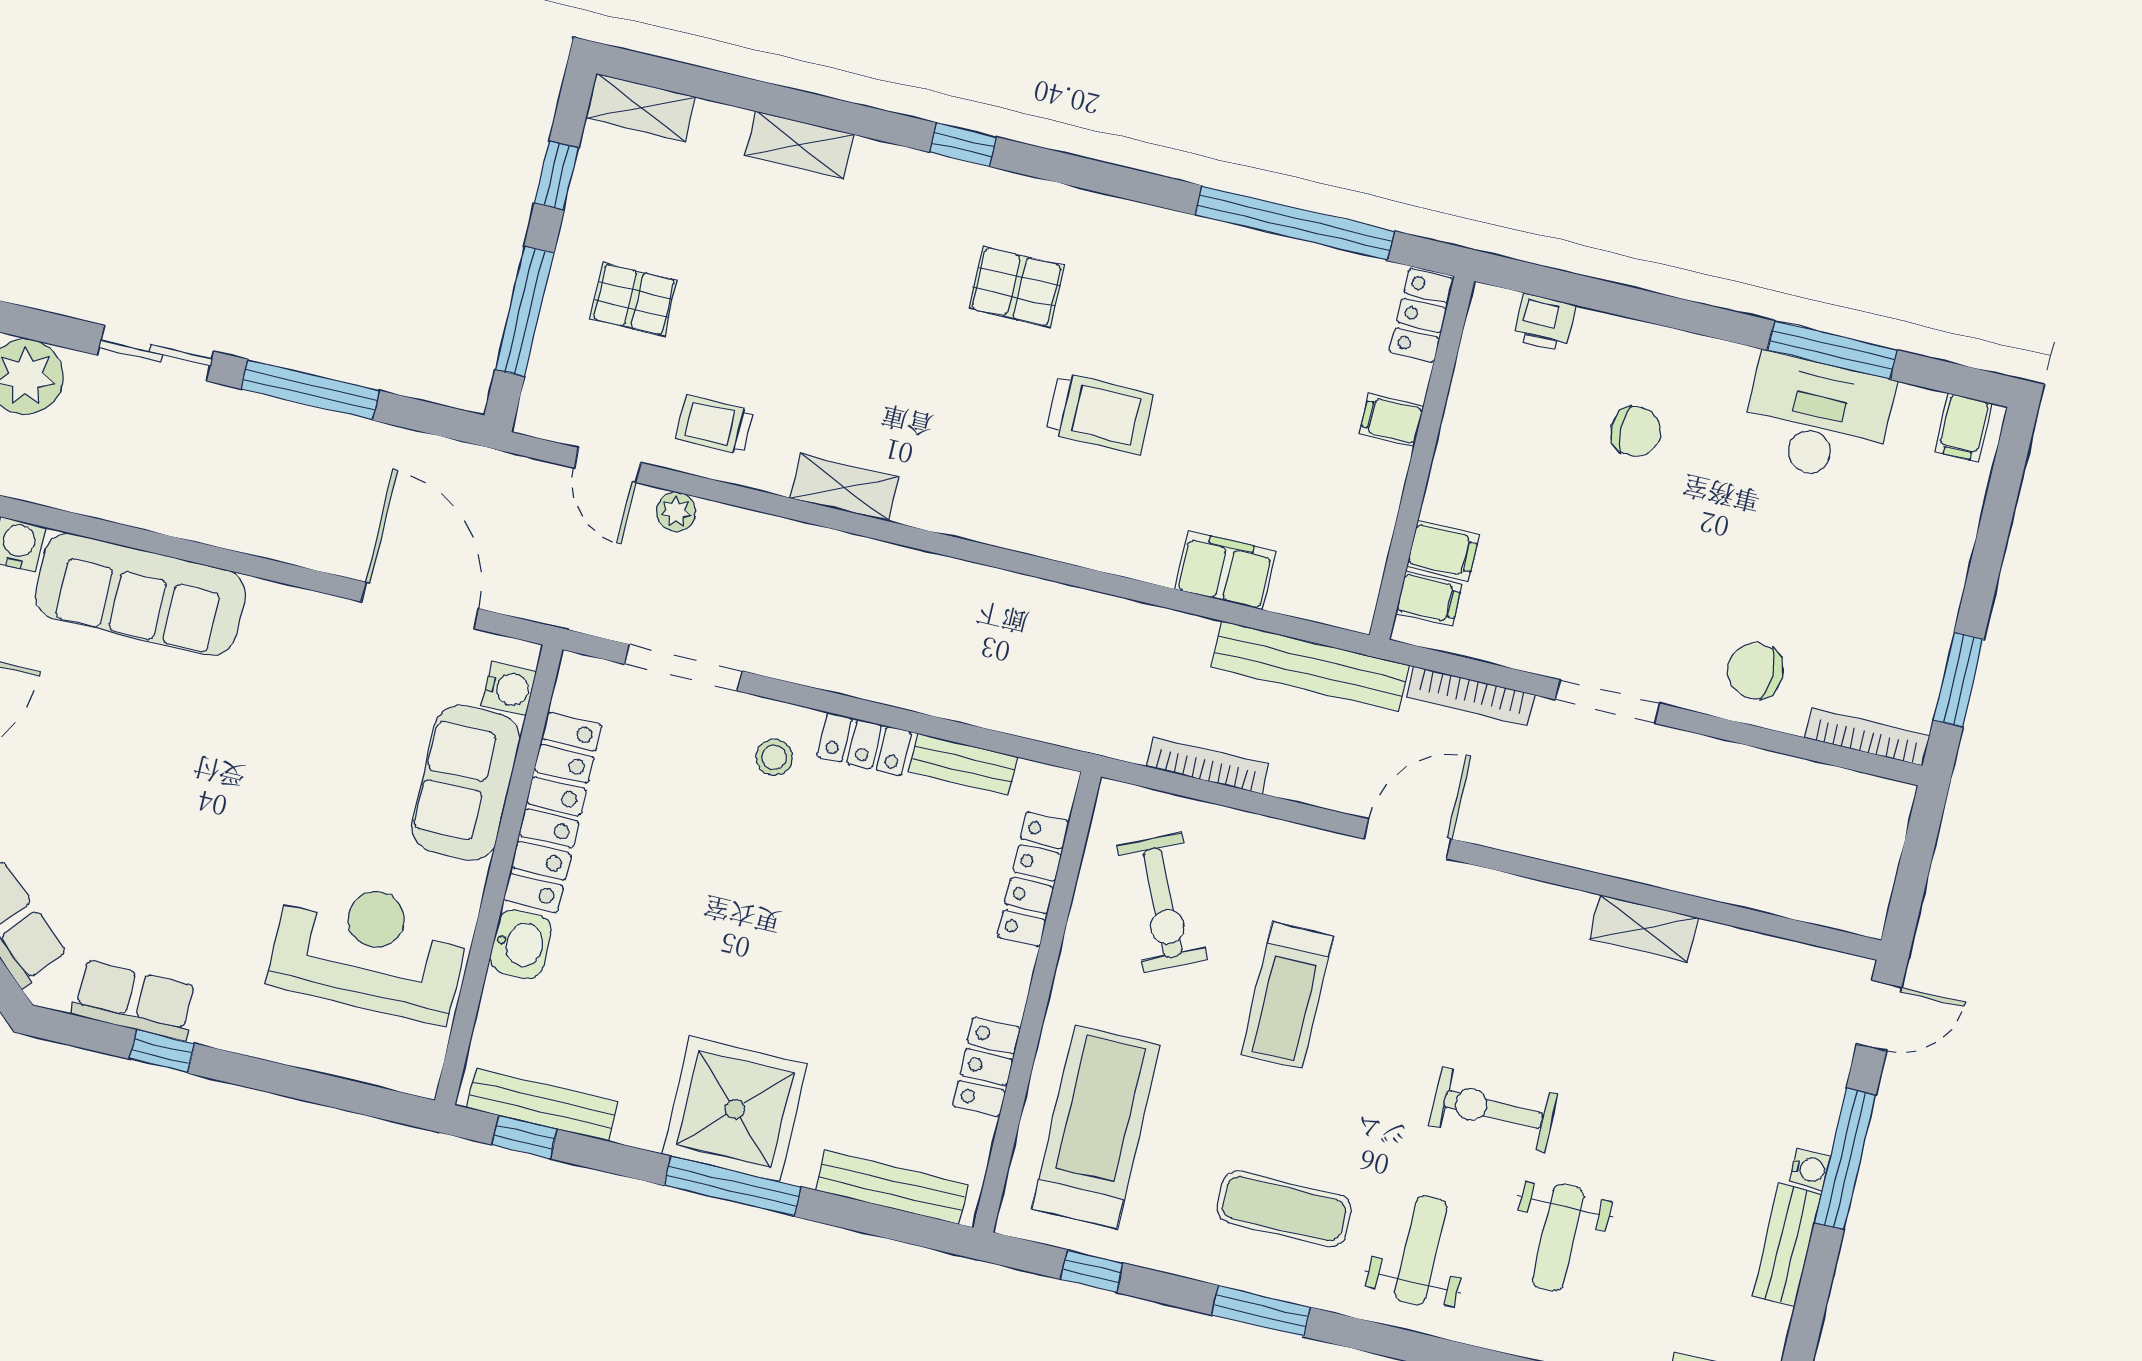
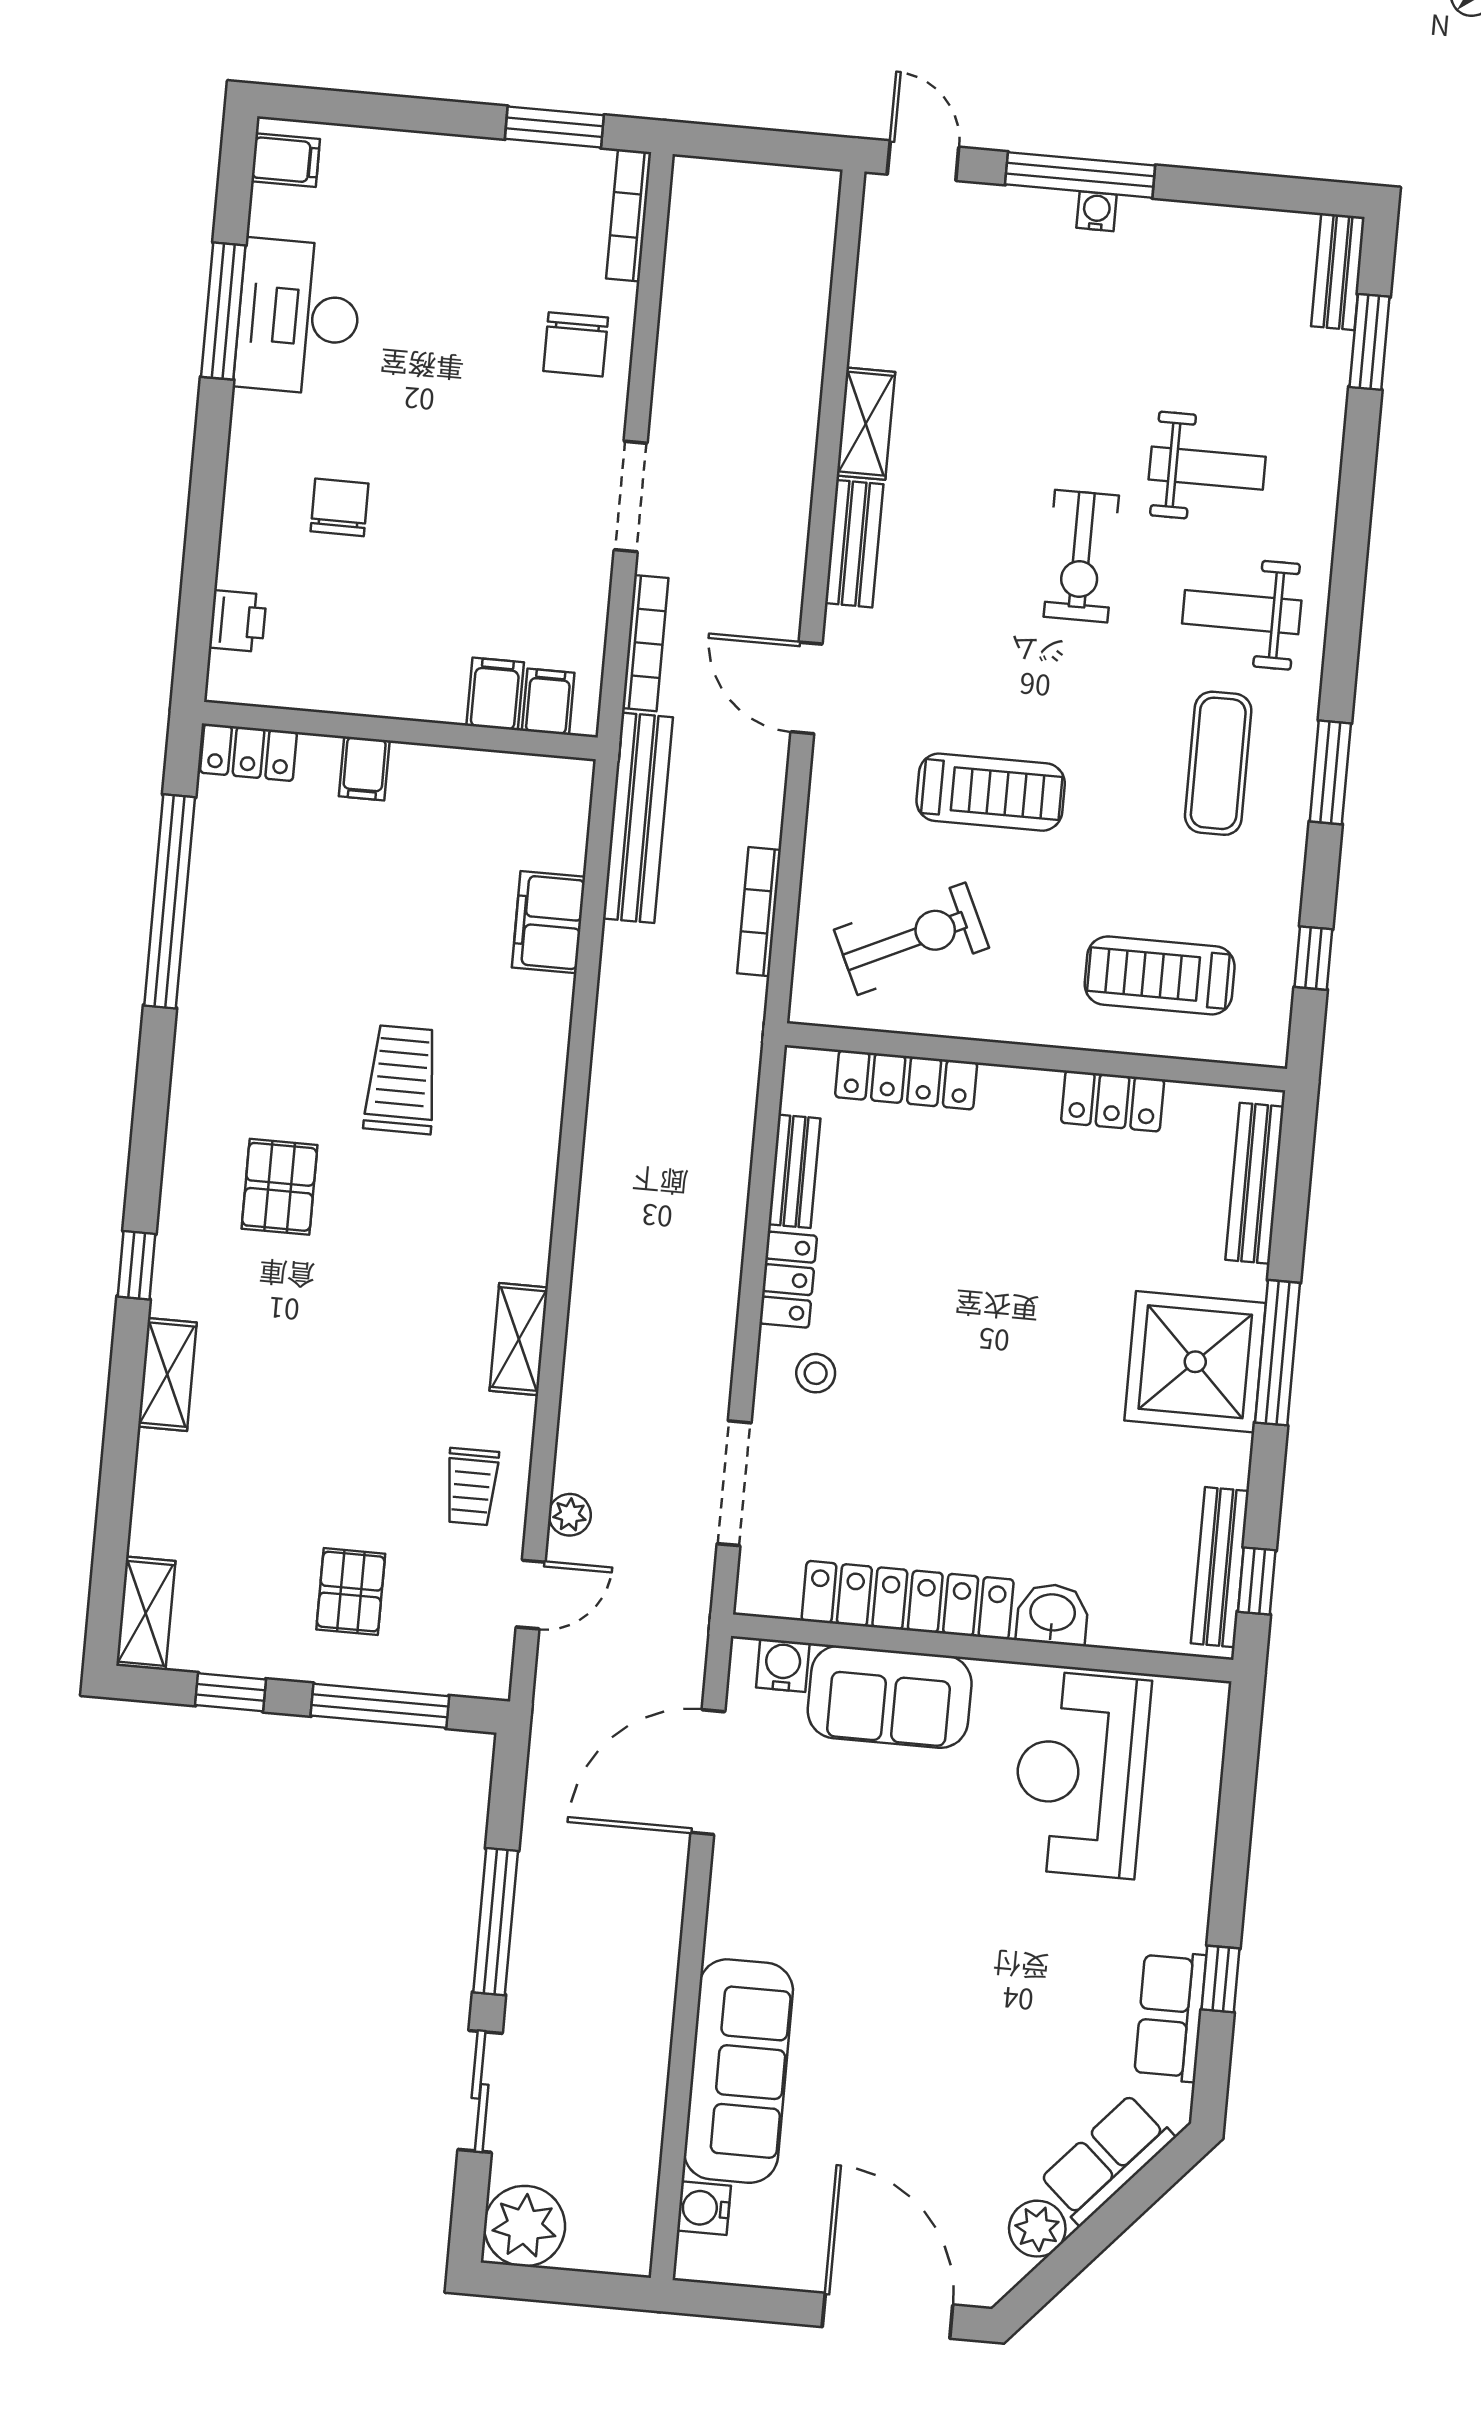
shelving: (799, 145) -> (167, 1375), moved
treadmill: (1096, 1127) -> (1160, 975), width x0.73, depth x0.73
bench: (1787, 1245) -> (854, 544), moved, turned 90

